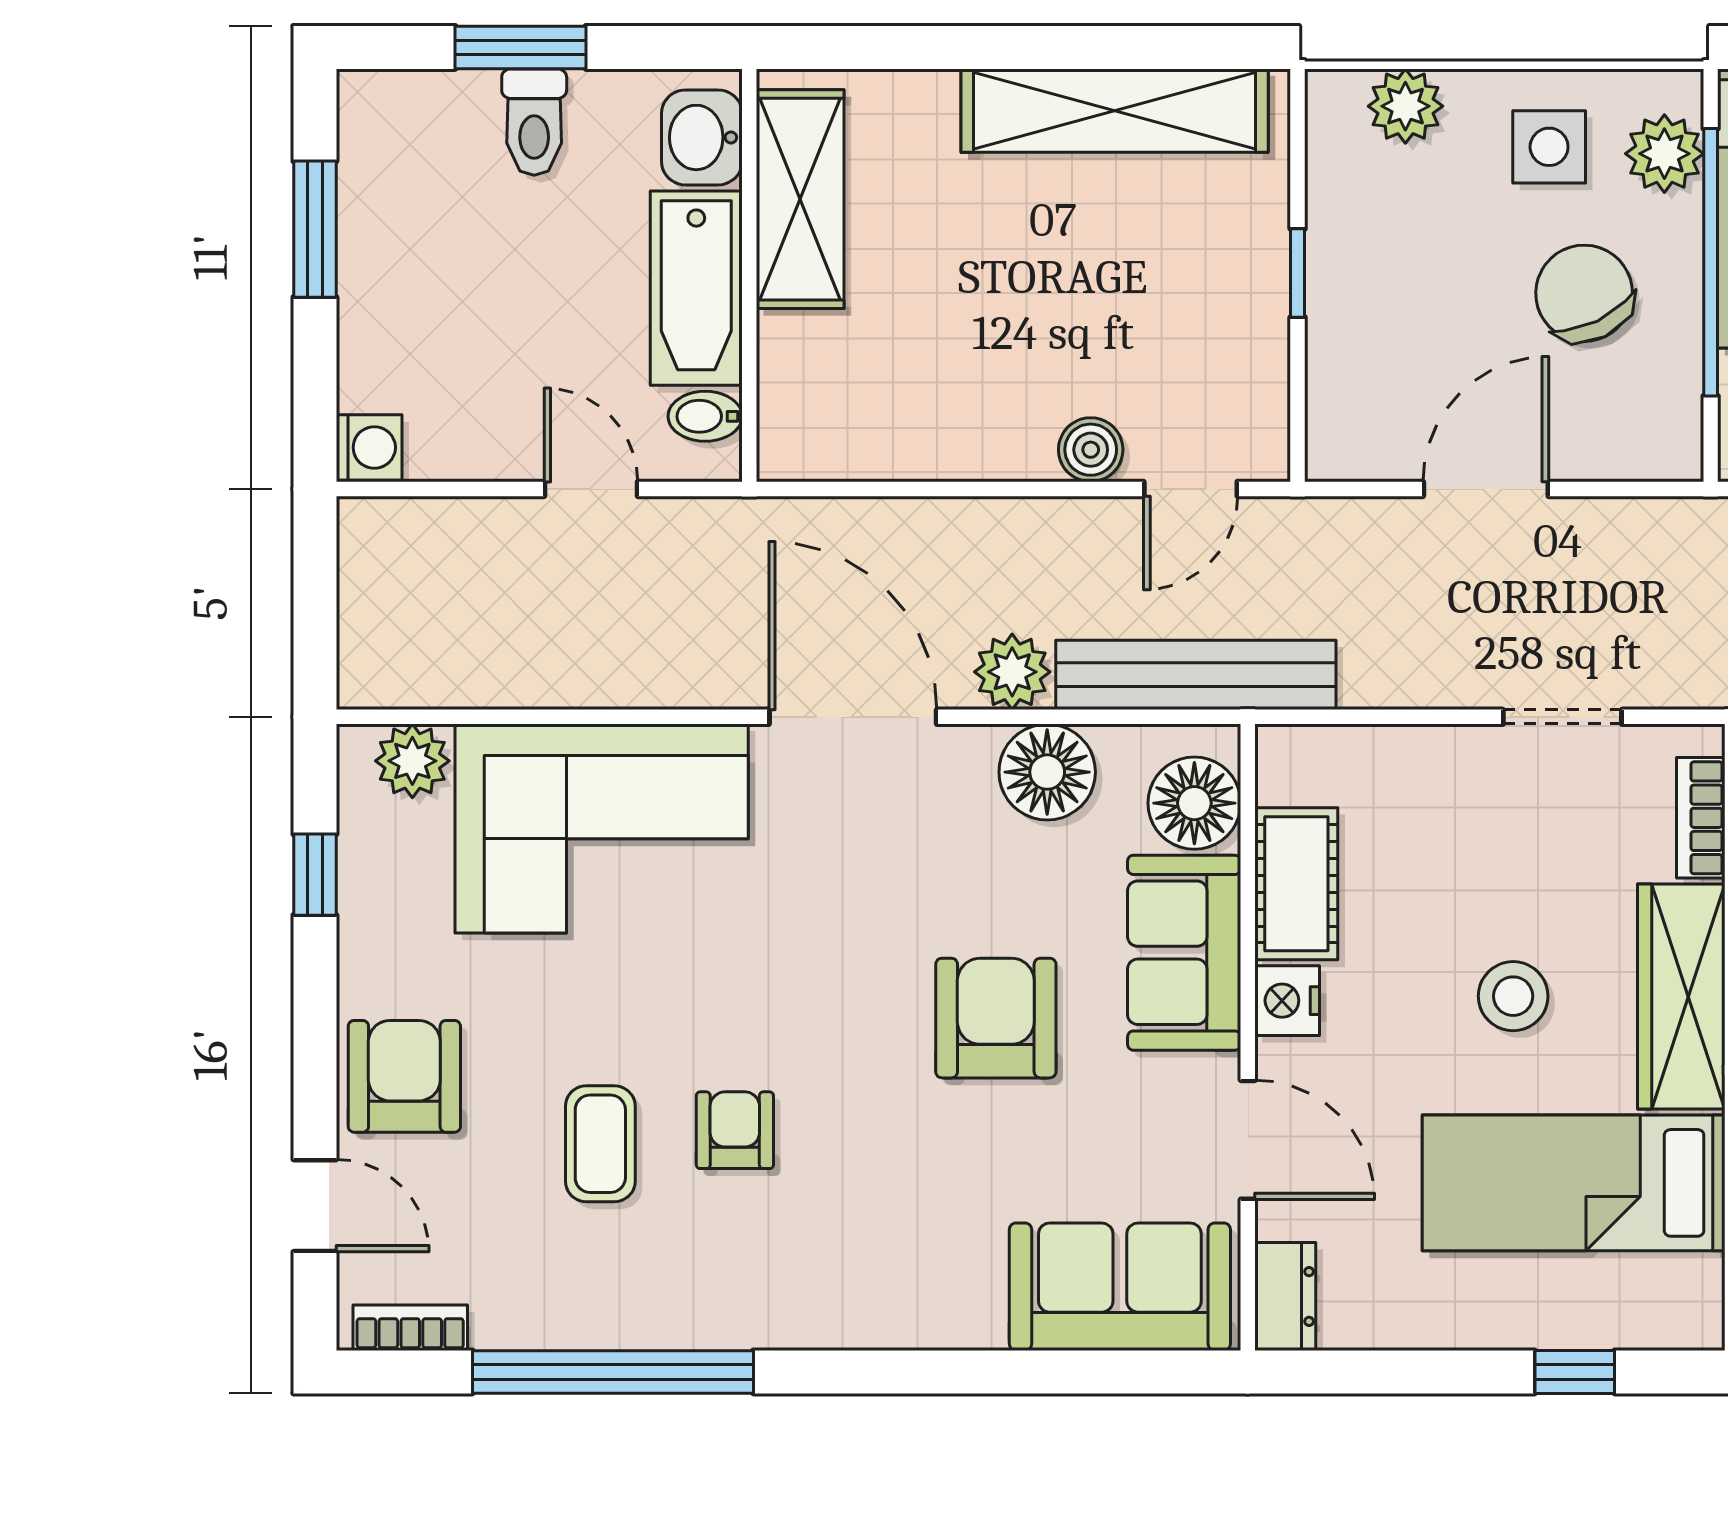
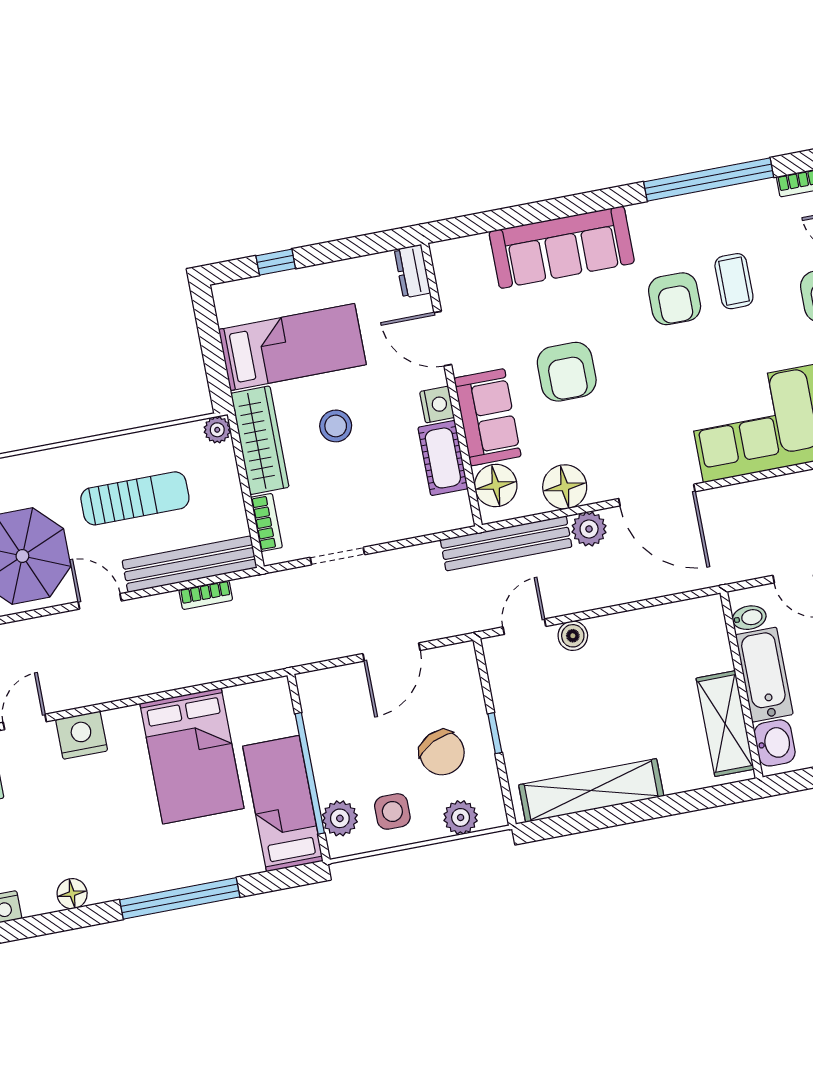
chair: (1584, 293) -> (442, 753), moved
armchair: (735, 1130) -> (675, 299), width x1.38, depth x1.38
sofa: (1120, 1287) -> (562, 247), moved, width x1.36

